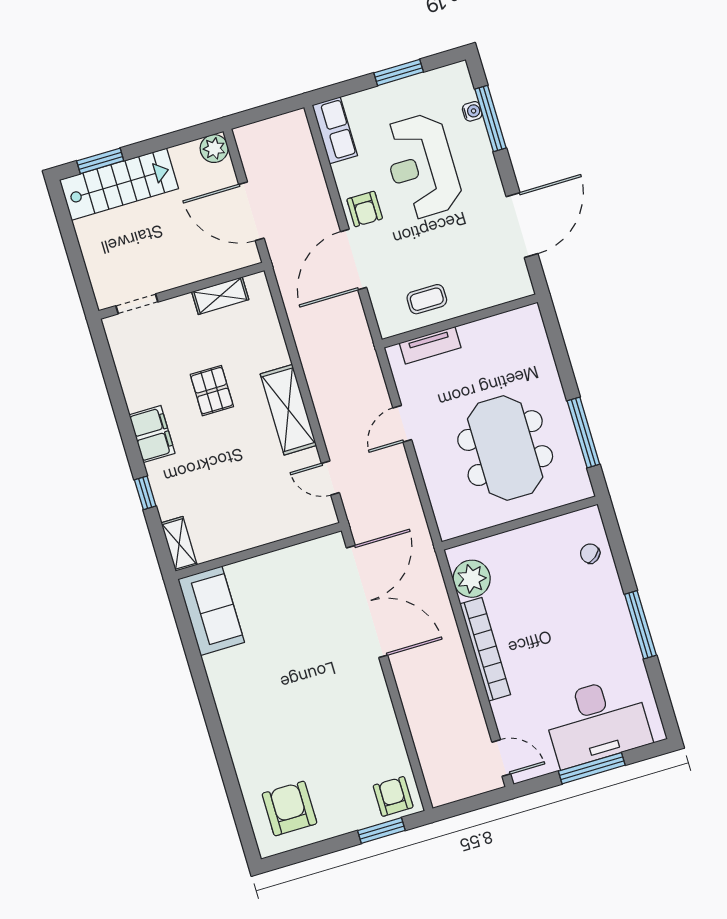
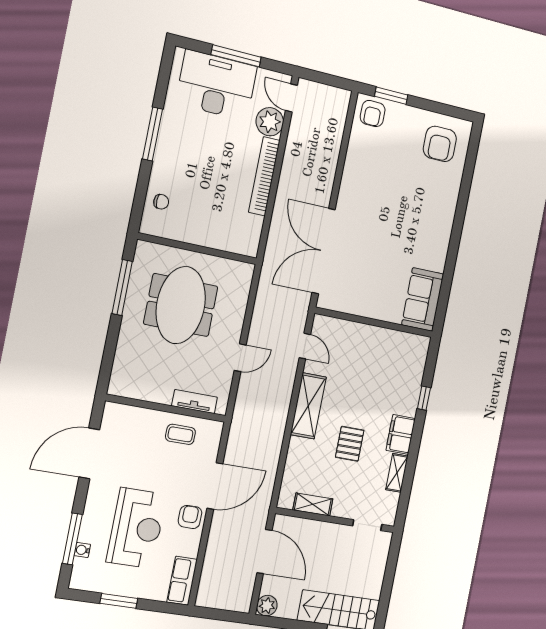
shelving: (179, 544) -> (397, 473), moved
chair: (590, 554) -> (161, 202), turned -51
plant: (472, 579) -> (270, 122), moved

